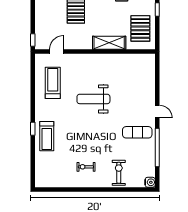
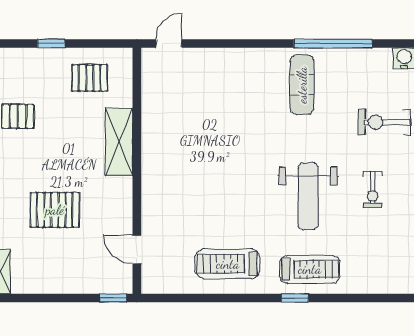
pallet: (140, 28) -> (90, 78), width x0.67, depth x0.71
treadmill: (53, 83) -> (228, 264), moved
weight bench: (93, 99) -> (308, 196), moved
door: (157, 112) -> (169, 44), moved

